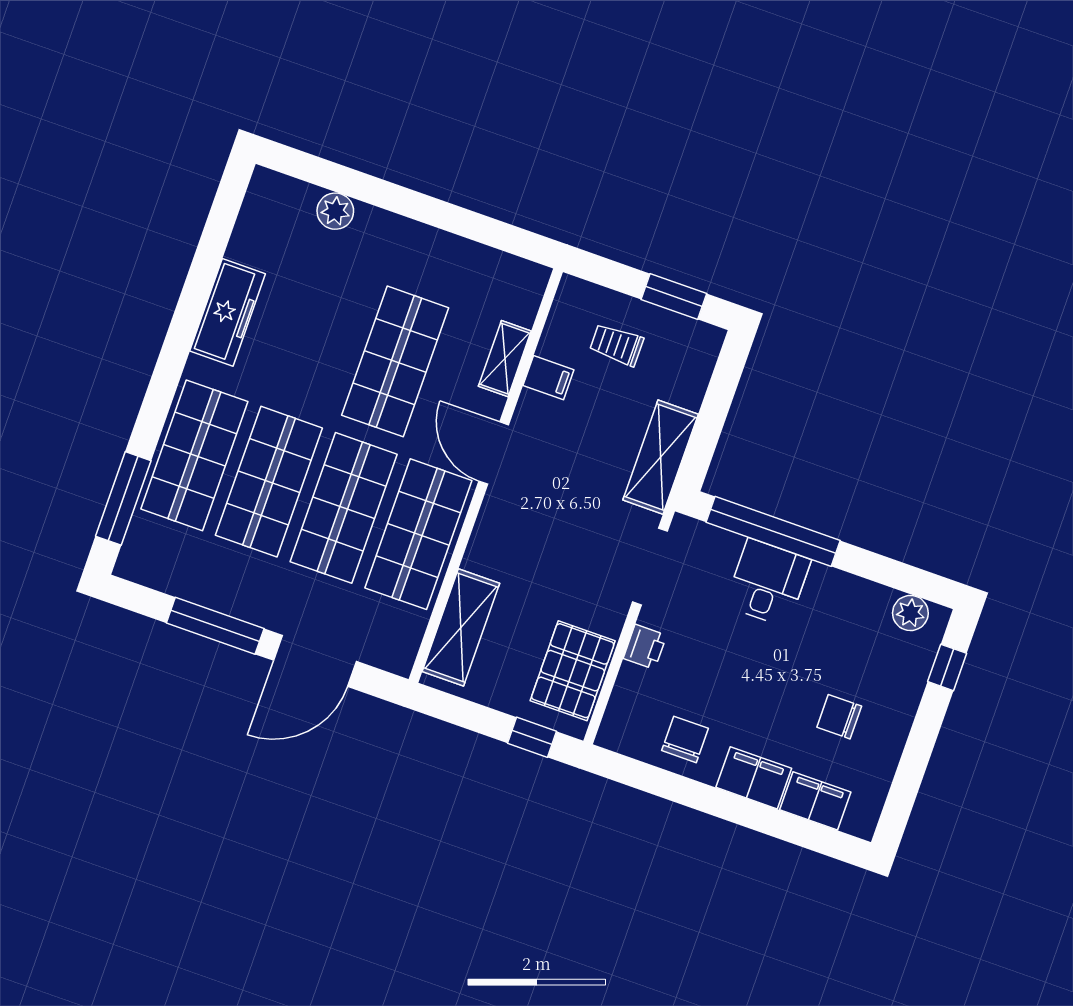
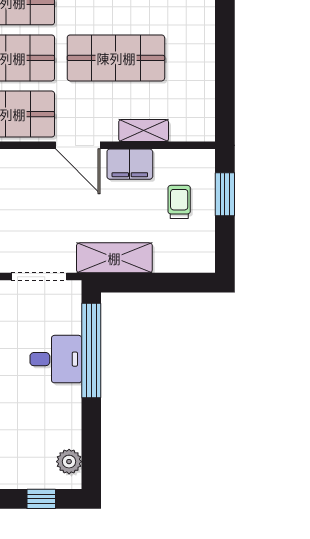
window: (674, 297) -> (225, 194), moved
filing cabinet: (548, 378) -> (130, 164), width x2.00
door: (494, 453) -> (78, 145), swing flipped

